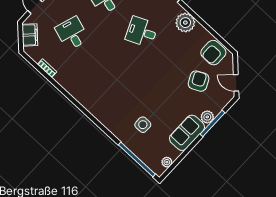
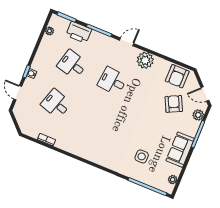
desk: (142, 32) -> (112, 81), turned 30
filing cabinet: (30, 35) -> (22, 118), removed
plant: (207, 117) -> (198, 115), moved

